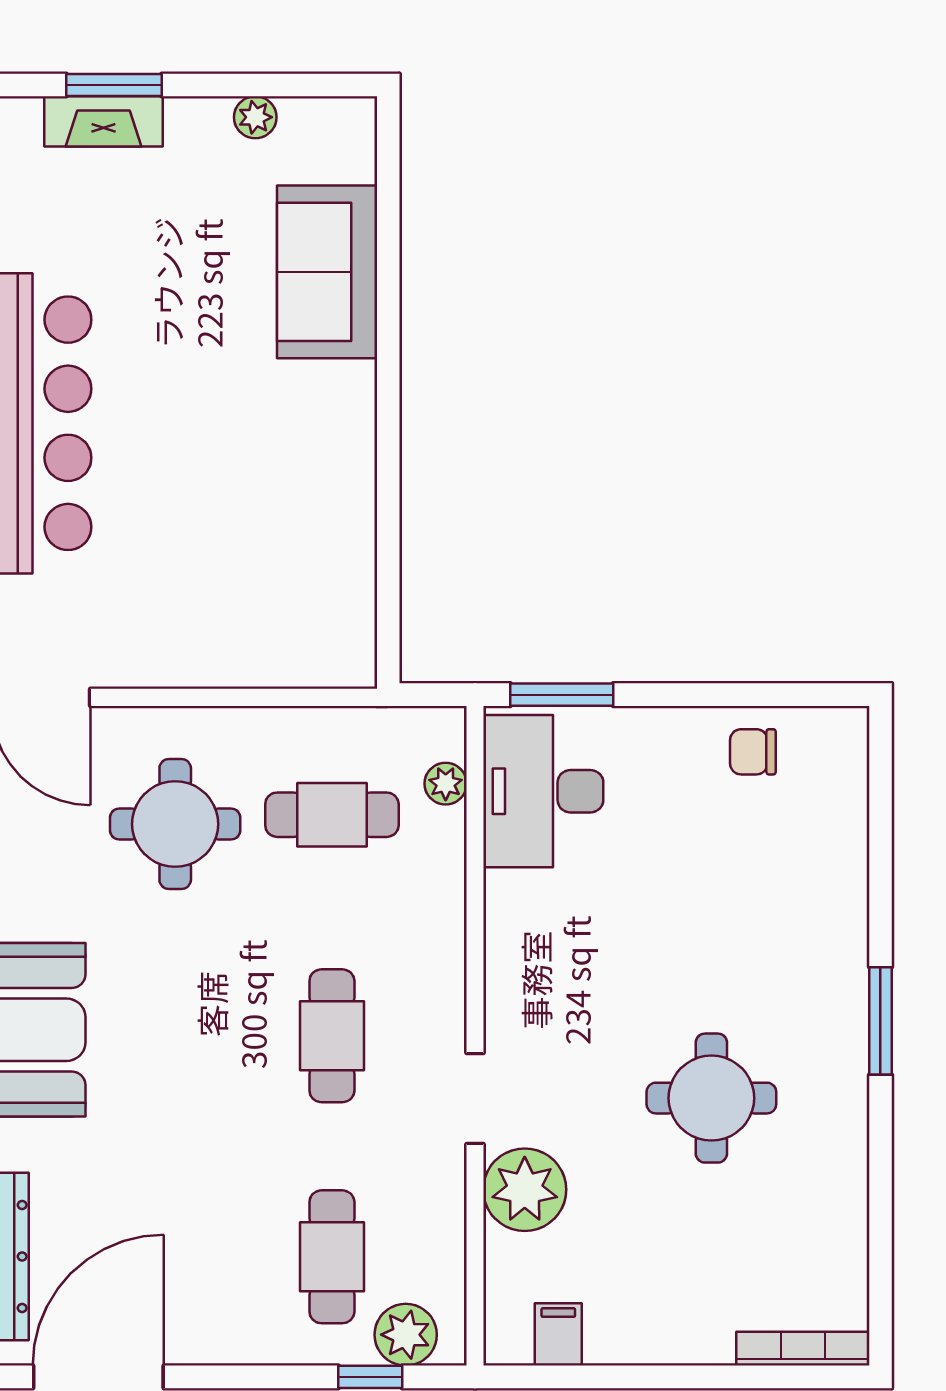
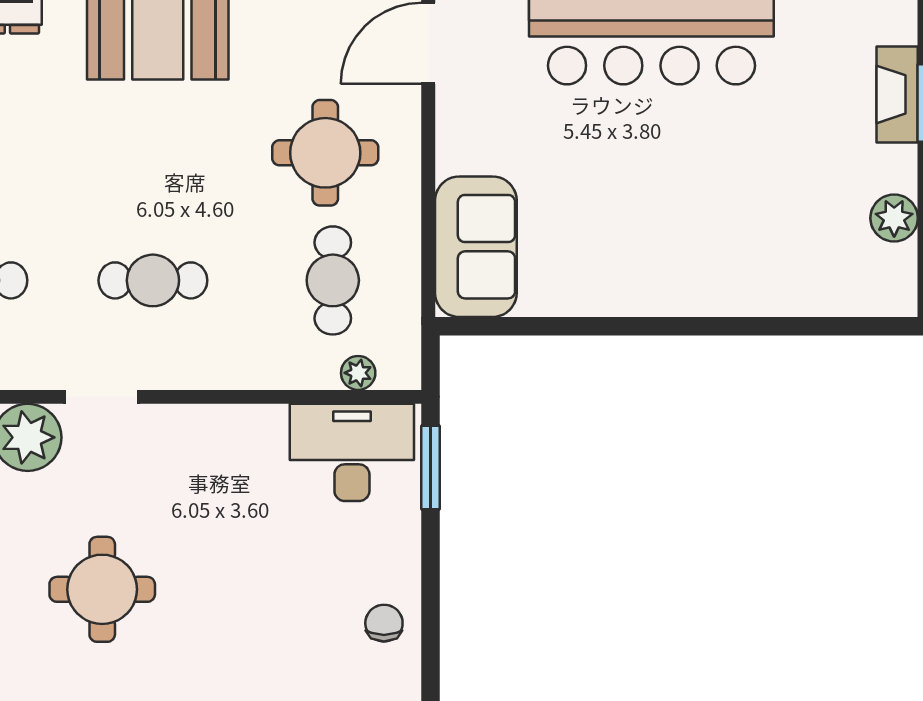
plant: (255, 117) -> (894, 218), width x1.38, depth x1.38
sofa: (327, 272) -> (476, 247), moved, turned 90

